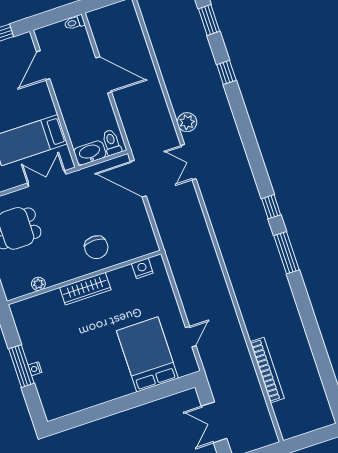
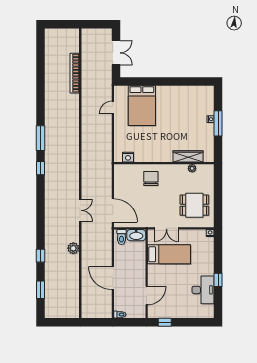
plant: (187, 122) -> (73, 248), moved
wardrobe: (85, 289) -> (188, 156), moved

